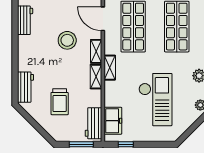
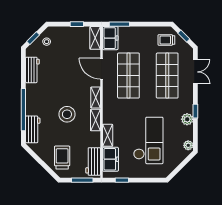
stool: (67, 40) -> (67, 114), moved
window: (15, 65) -> (23, 110), added
shelving: (110, 68) -> (108, 135), moved
trolley: (60, 102) -> (62, 158), moved, turned 180

